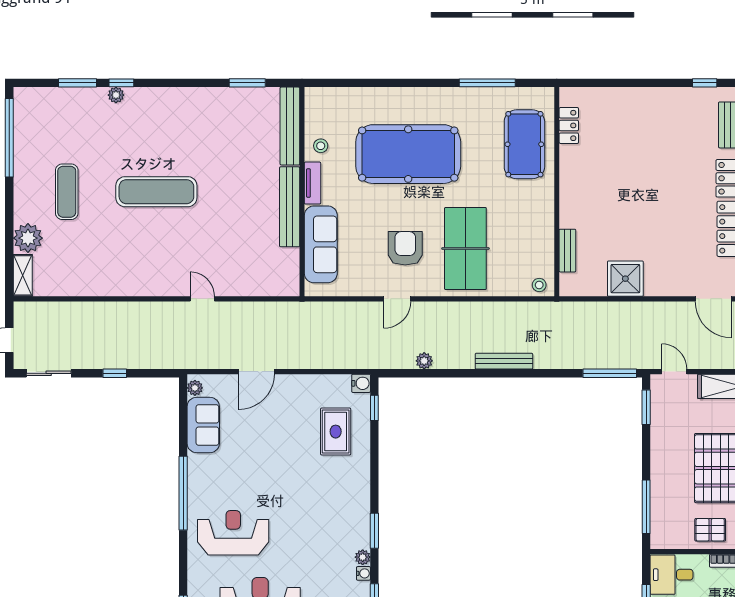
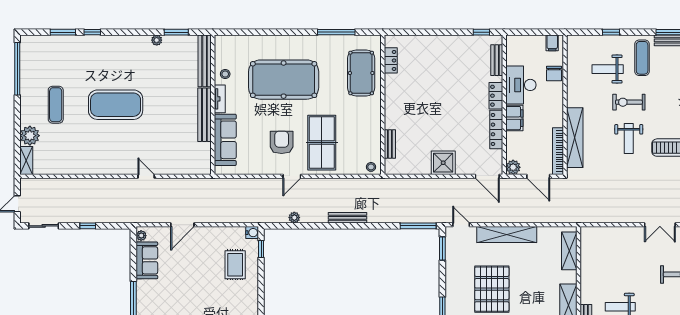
plant: (116, 95) -> (157, 40), moved
exercise mat: (156, 192) -> (116, 105), width x1.47
shower: (625, 279) -> (443, 163), moved
door: (397, 299) -> (292, 176), moved

